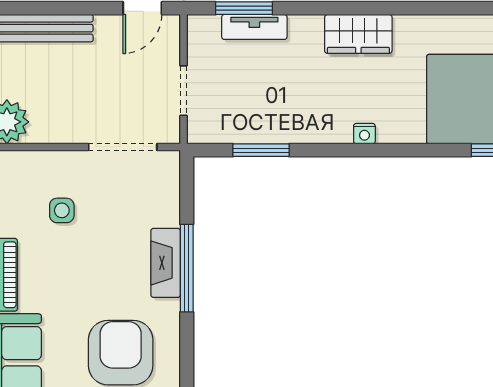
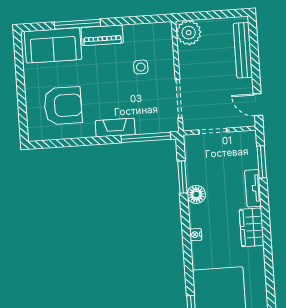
tv unit: (254, 27) -> (253, 188), moved
floor lamp: (294, 128) -> (196, 194), added
window: (187, 268) -> (146, 137), moved

